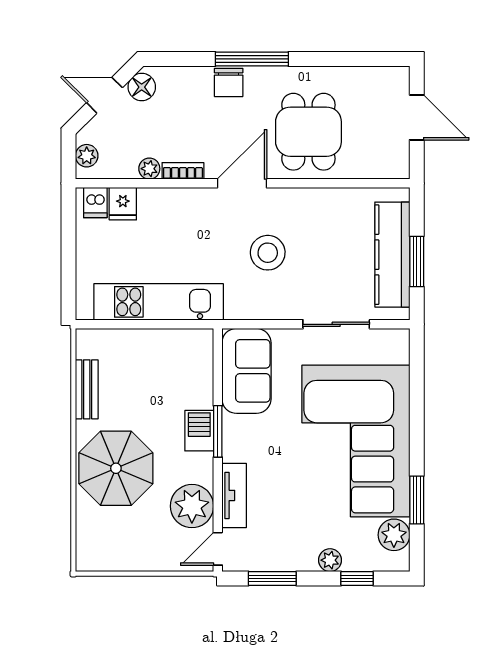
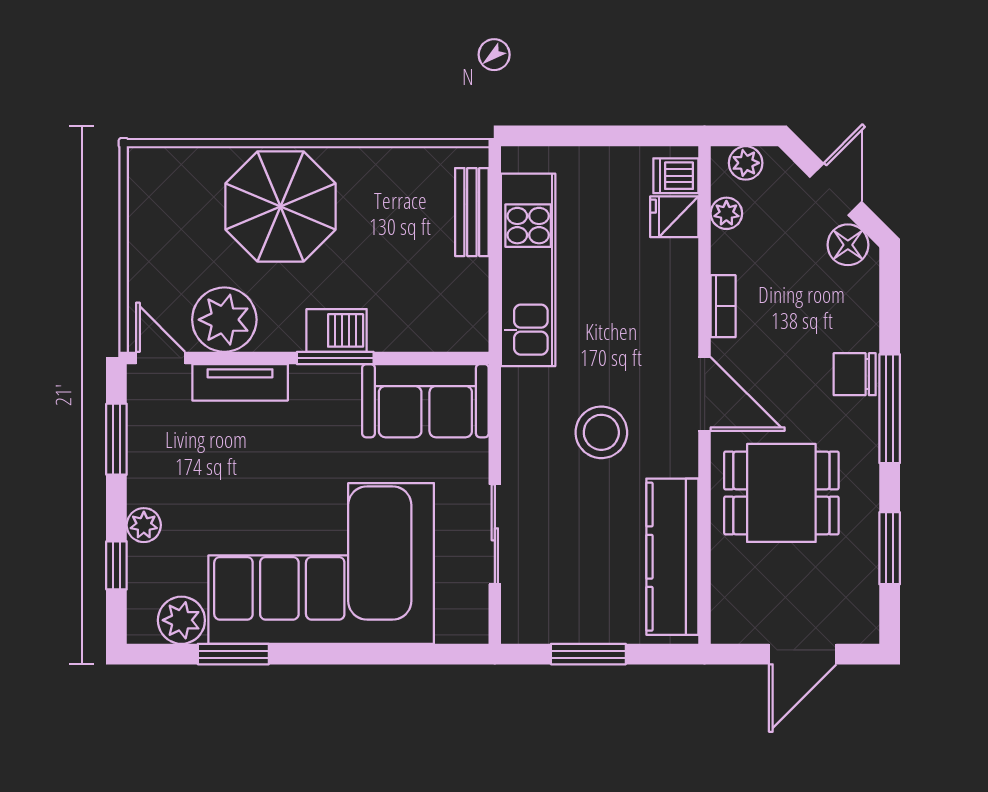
window: (346, 59) -> (890, 548), added
plant: (149, 169) -> (726, 213), moved
kitchen counter: (392, 255) -> (672, 557), moved, turned -90
bench: (87, 389) -> (472, 212), moved, turned 90

